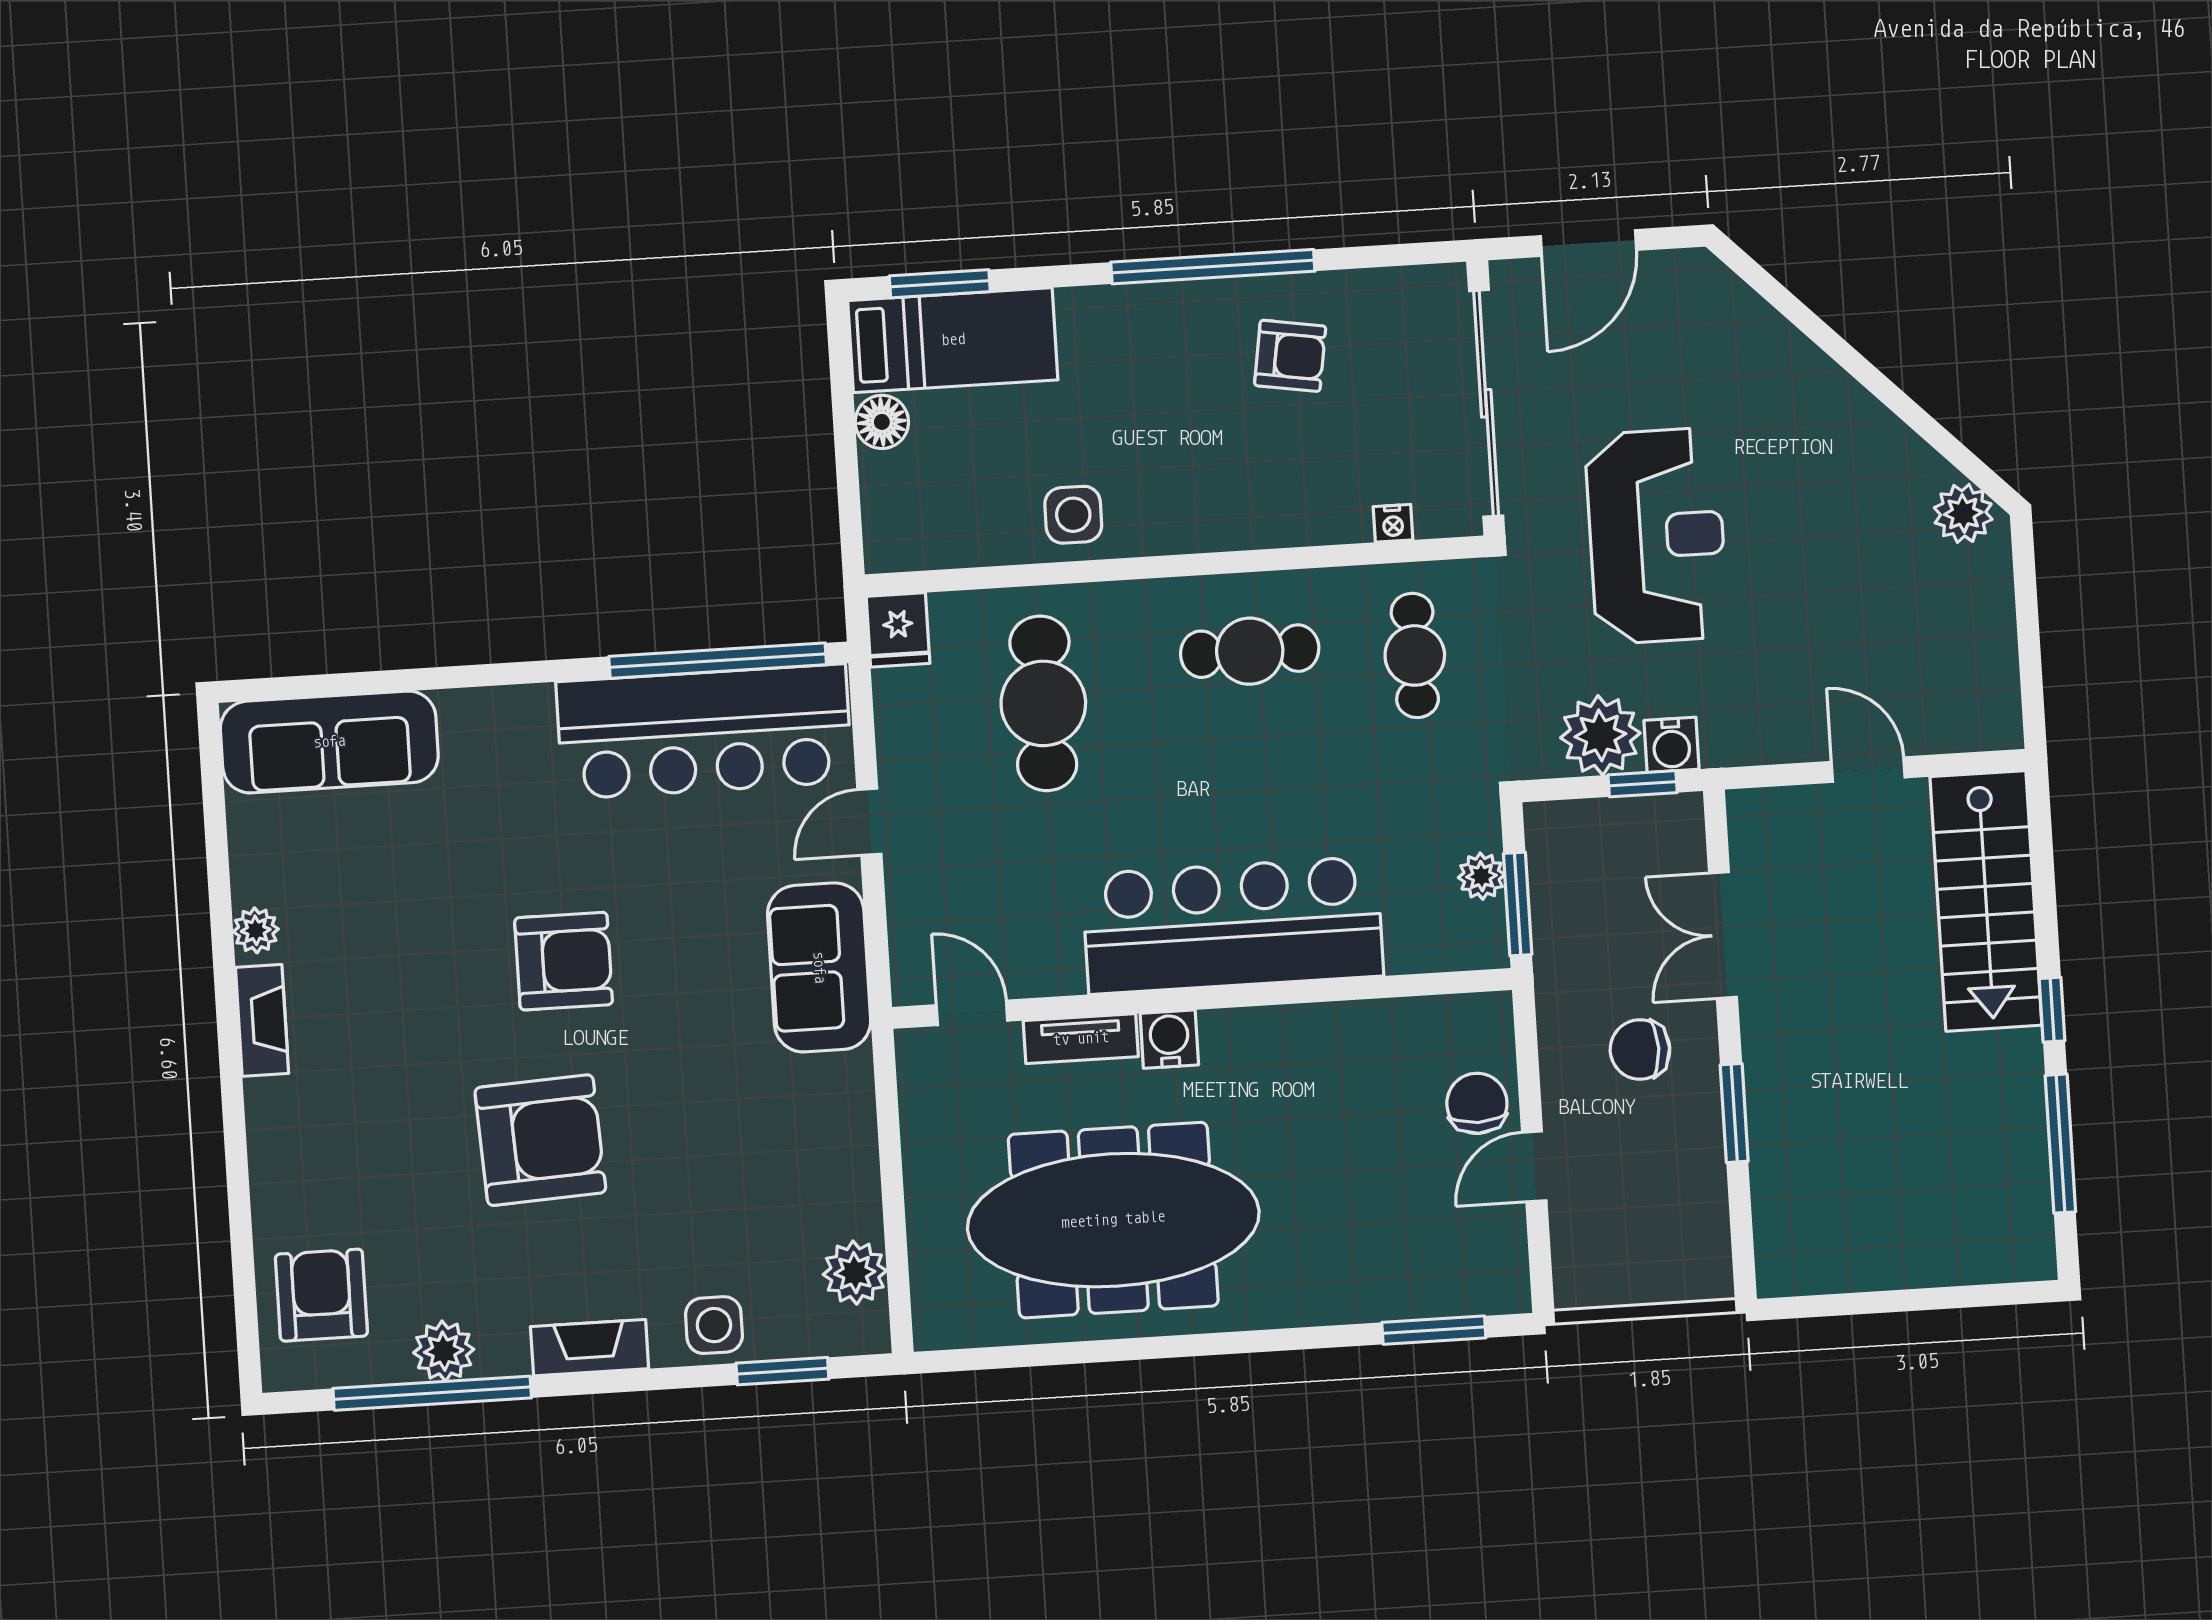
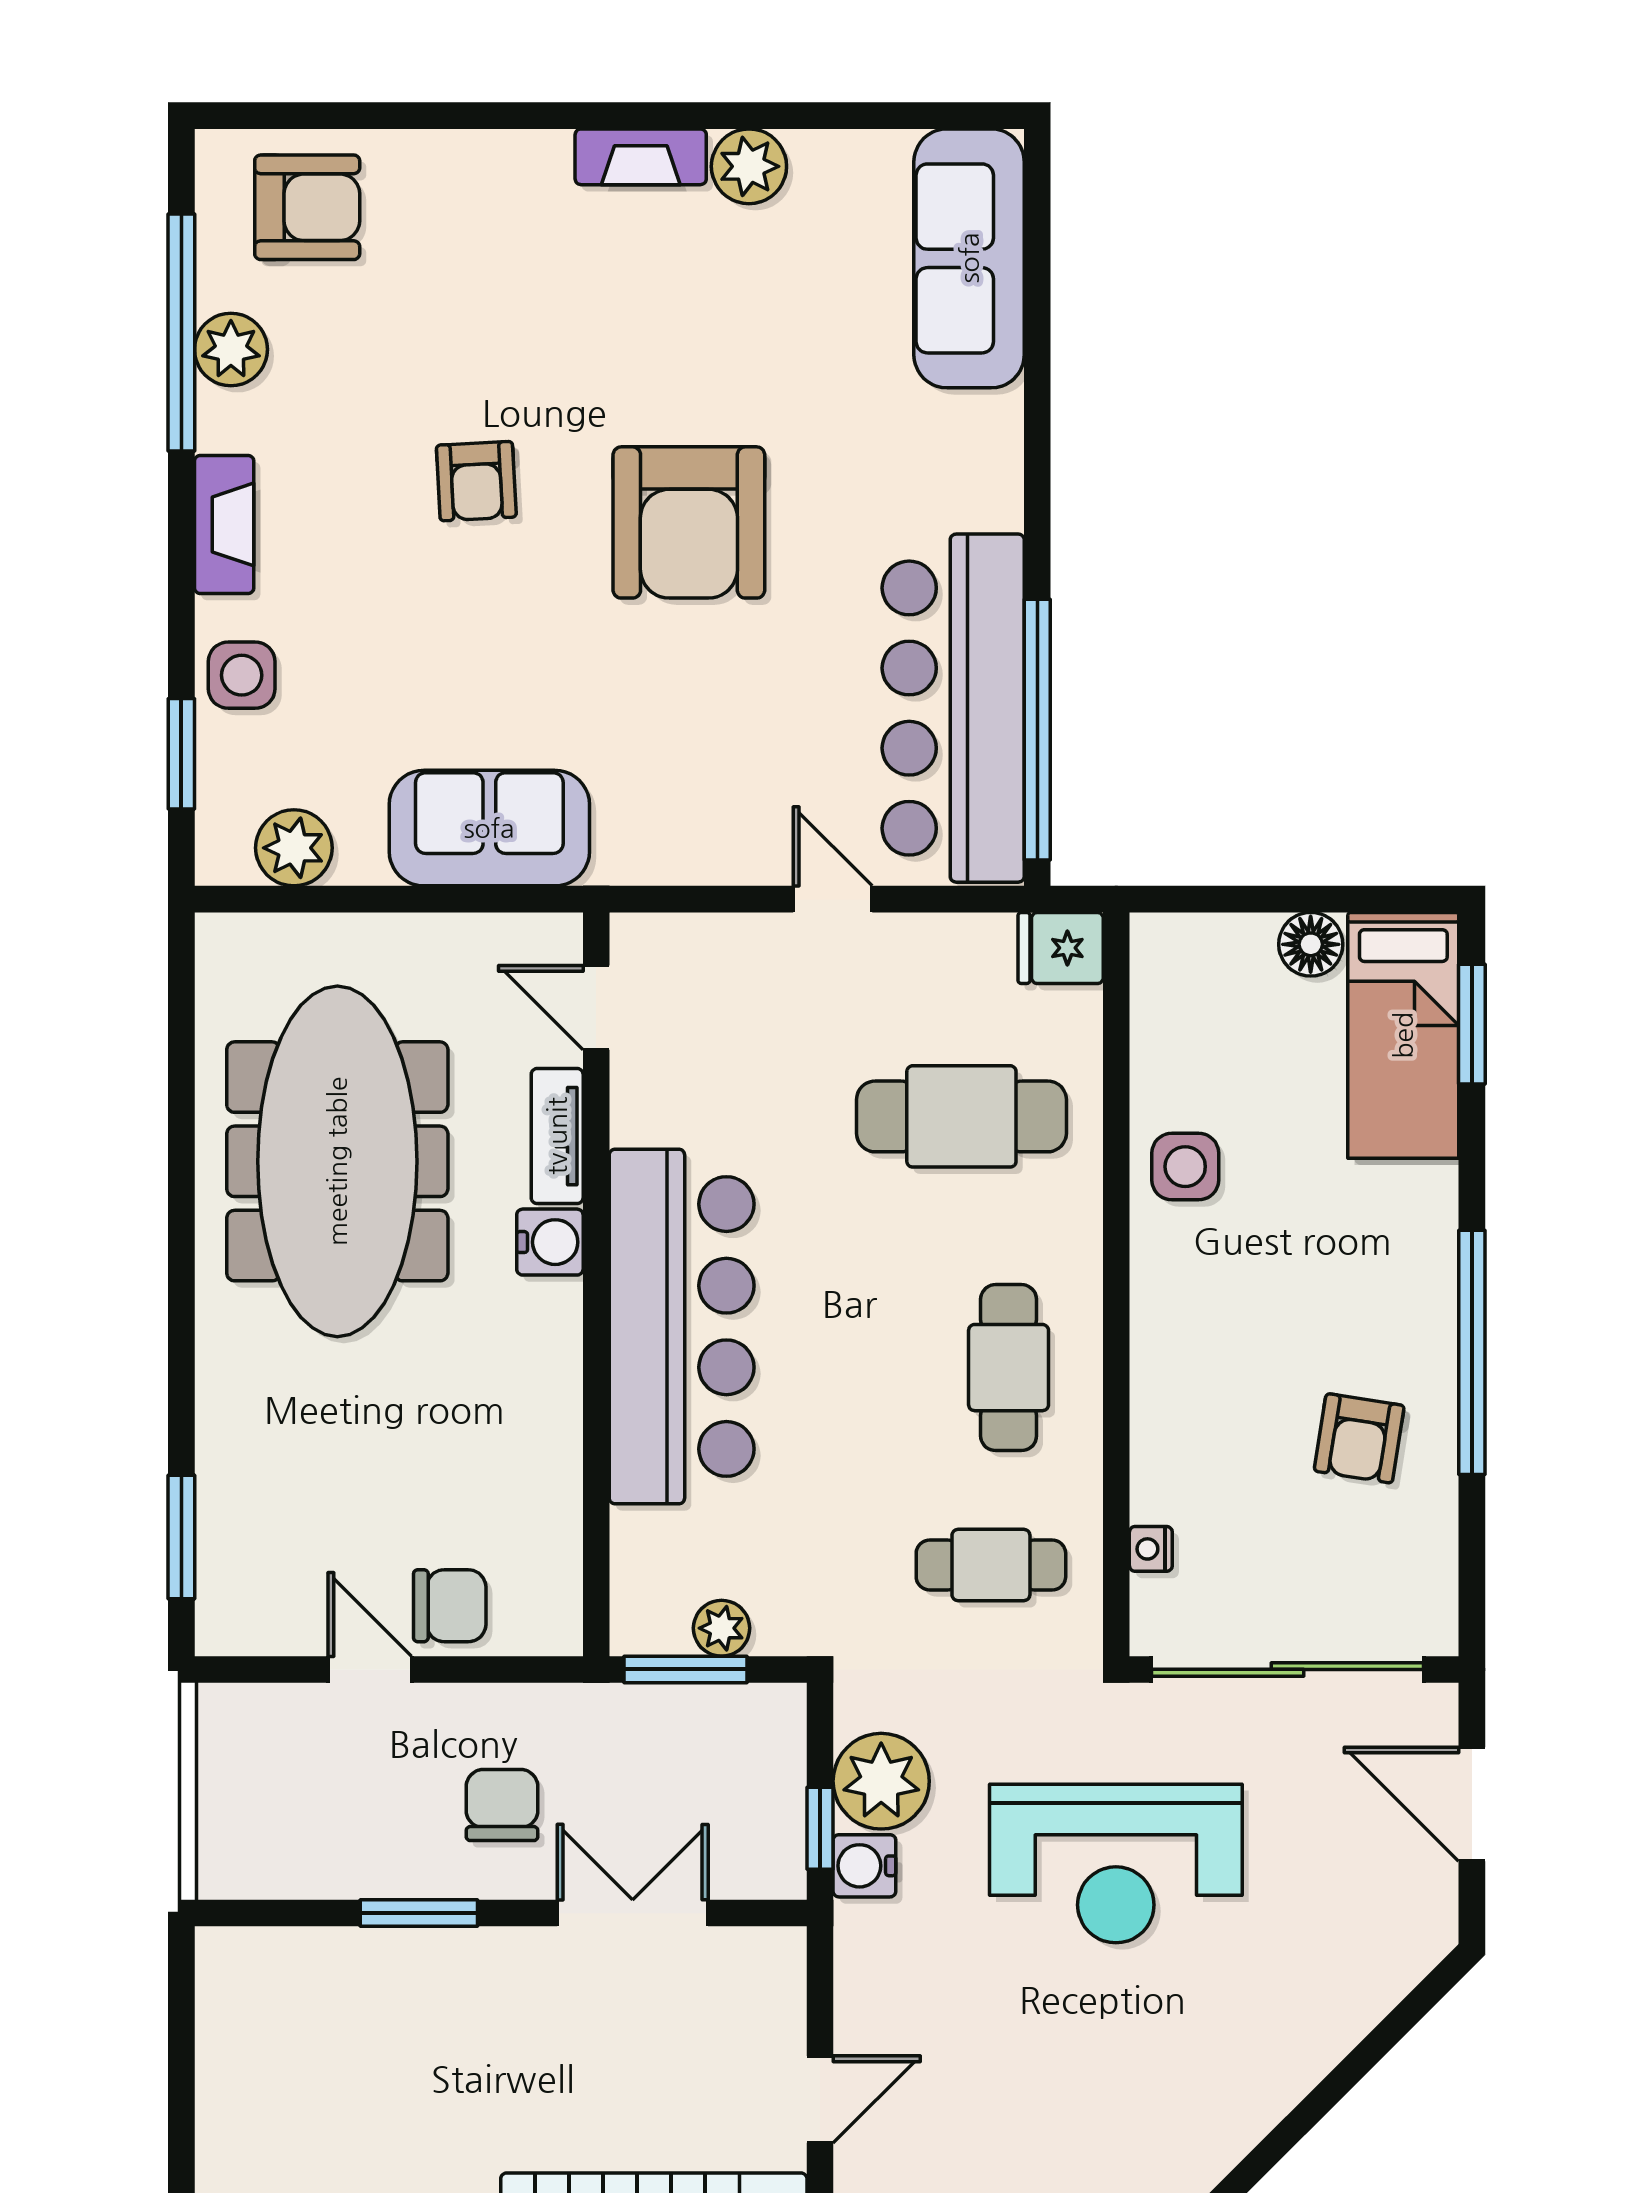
plant: (256, 930) -> (749, 166), width x1.38, depth x1.38
armchair: (564, 961) -> (689, 522), width x1.36, depth x1.36
sofa: (819, 967) -> (489, 828), moved
door: (972, 1013) -> (596, 1008), swing flipped
armchair: (540, 1140) -> (476, 481), width x0.53, depth x0.53

